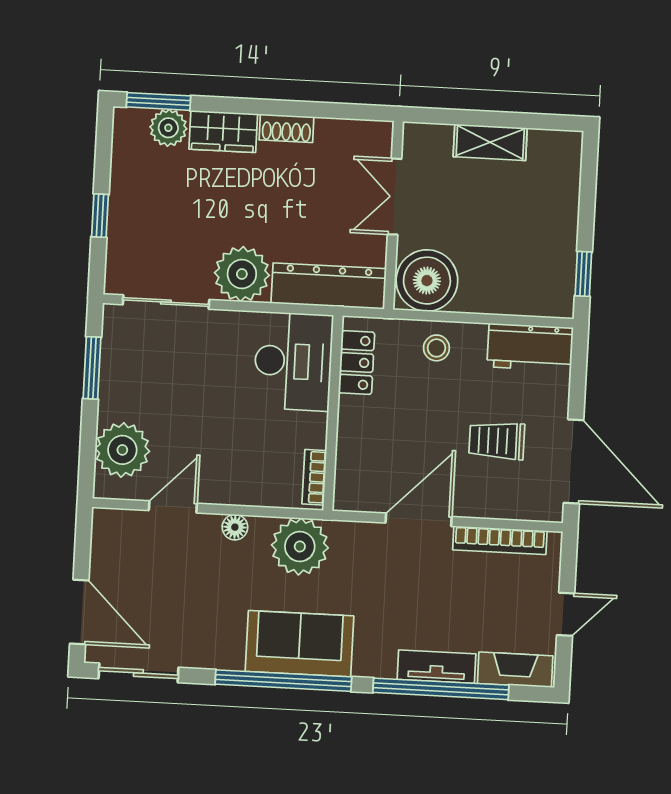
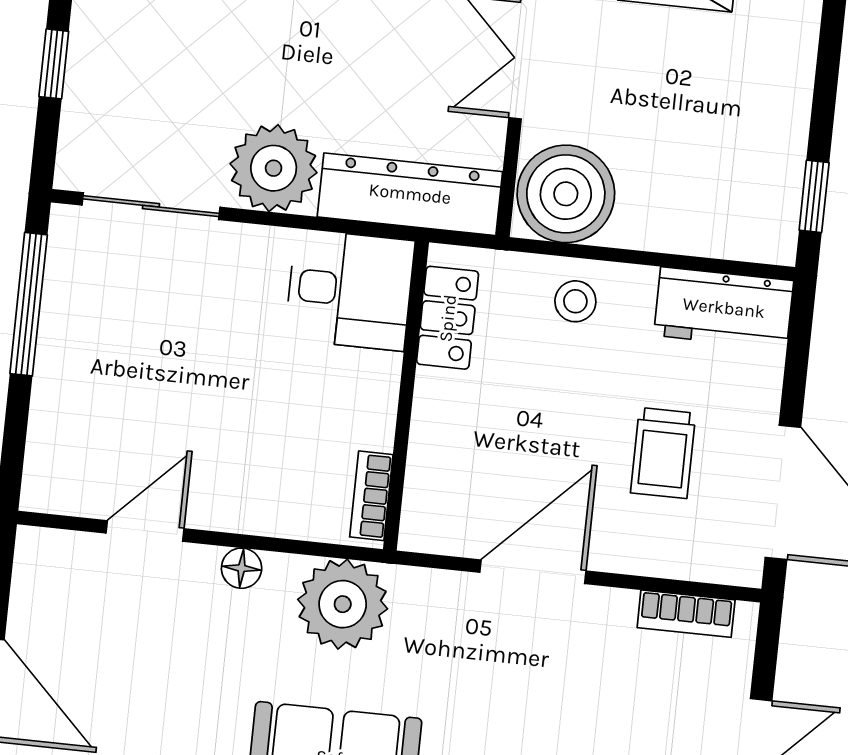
desk: (293, 361) -> (350, 290), width x0.73
window: (92, 368) -> (29, 304), width x1.44
trolley: (497, 441) -> (663, 453), turned -90
plant: (122, 450) -> (70, 437), removed
bookcase: (500, 540) -> (686, 614), width x0.64

